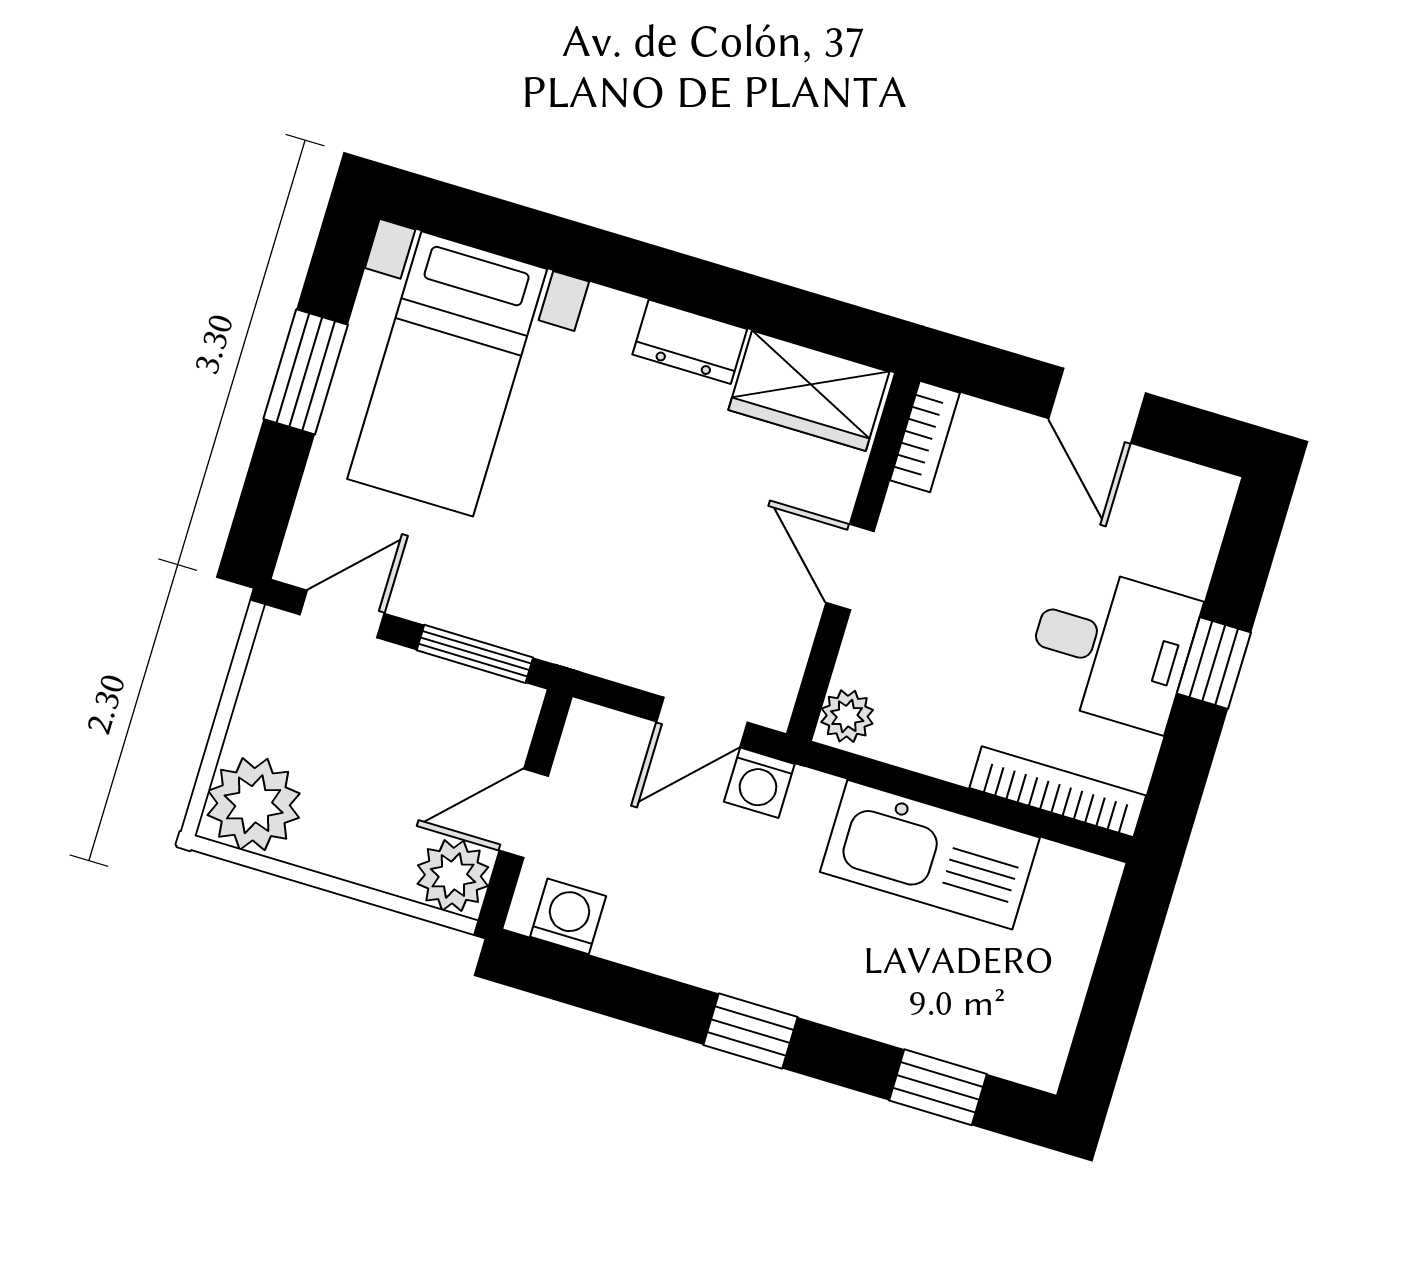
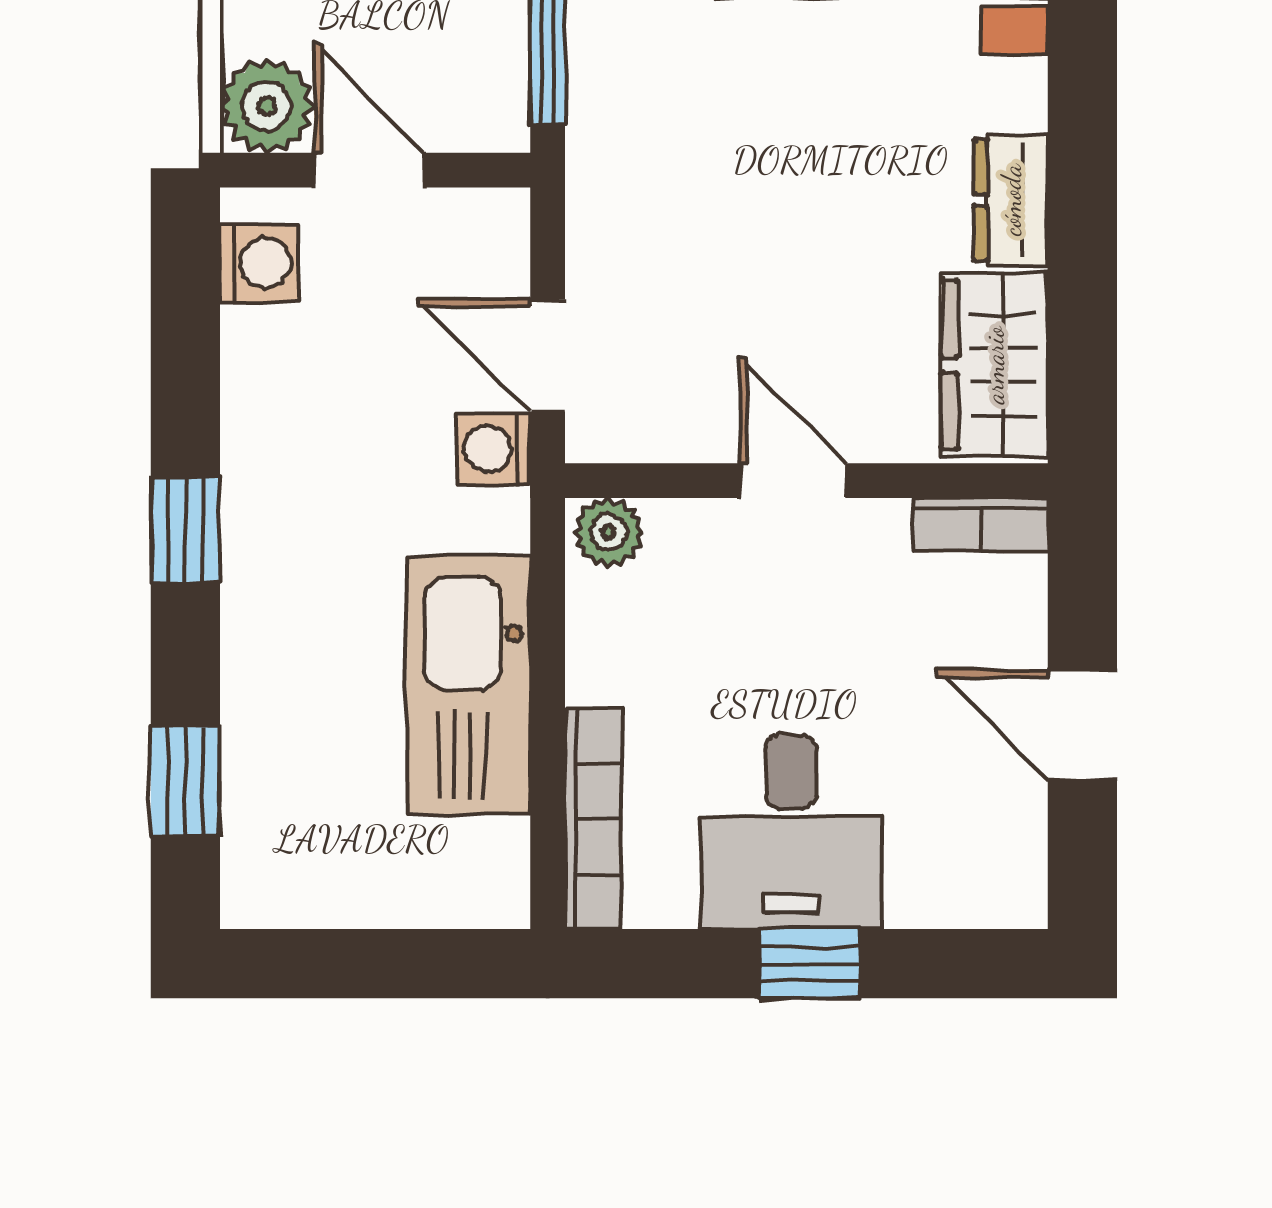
door: (1097, 406) -> (1082, 725), hinge flipped
door: (850, 567) -> (793, 481), hinge flipped

